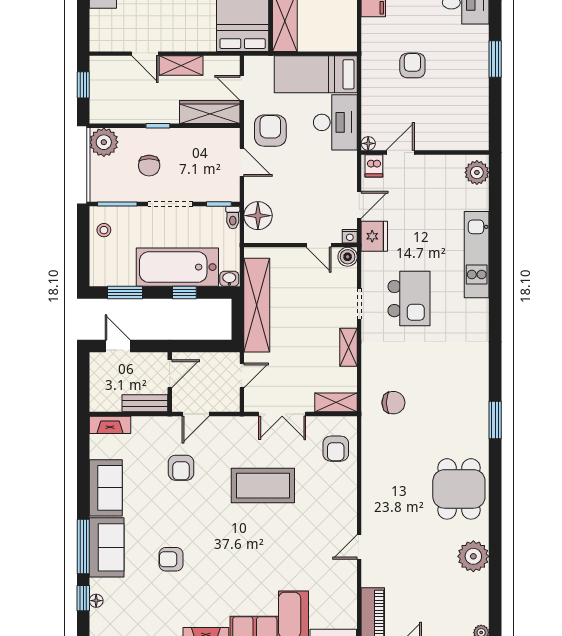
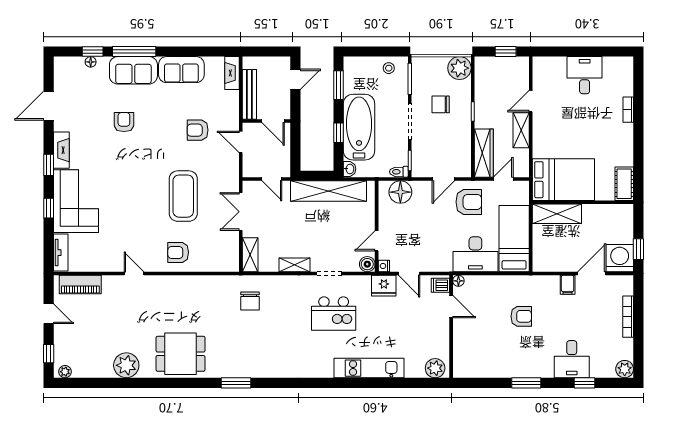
bench: (145, 403) -> (249, 94), width x1.36
armchair: (336, 449) -> (178, 252), moved

